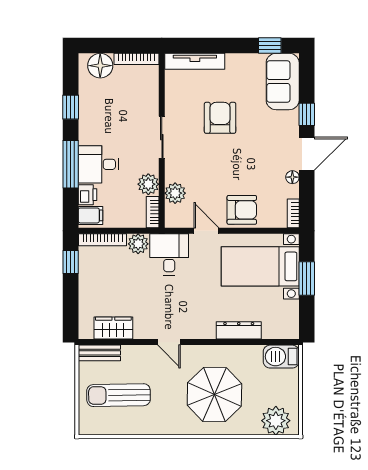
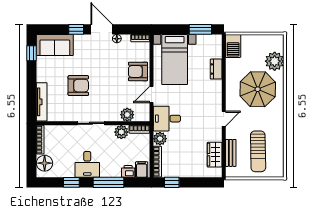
armchair: (220, 118) -> (78, 86), turned 180
desk: (98, 164) -> (87, 164), moved
armchair: (242, 210) -> (138, 71), turned -90
window: (307, 279) -> (200, 29), moved
dresser: (239, 330) -> (216, 69), width x0.70
bench: (99, 353) -> (231, 153), moved
plant: (276, 421) -> (275, 61), moved

